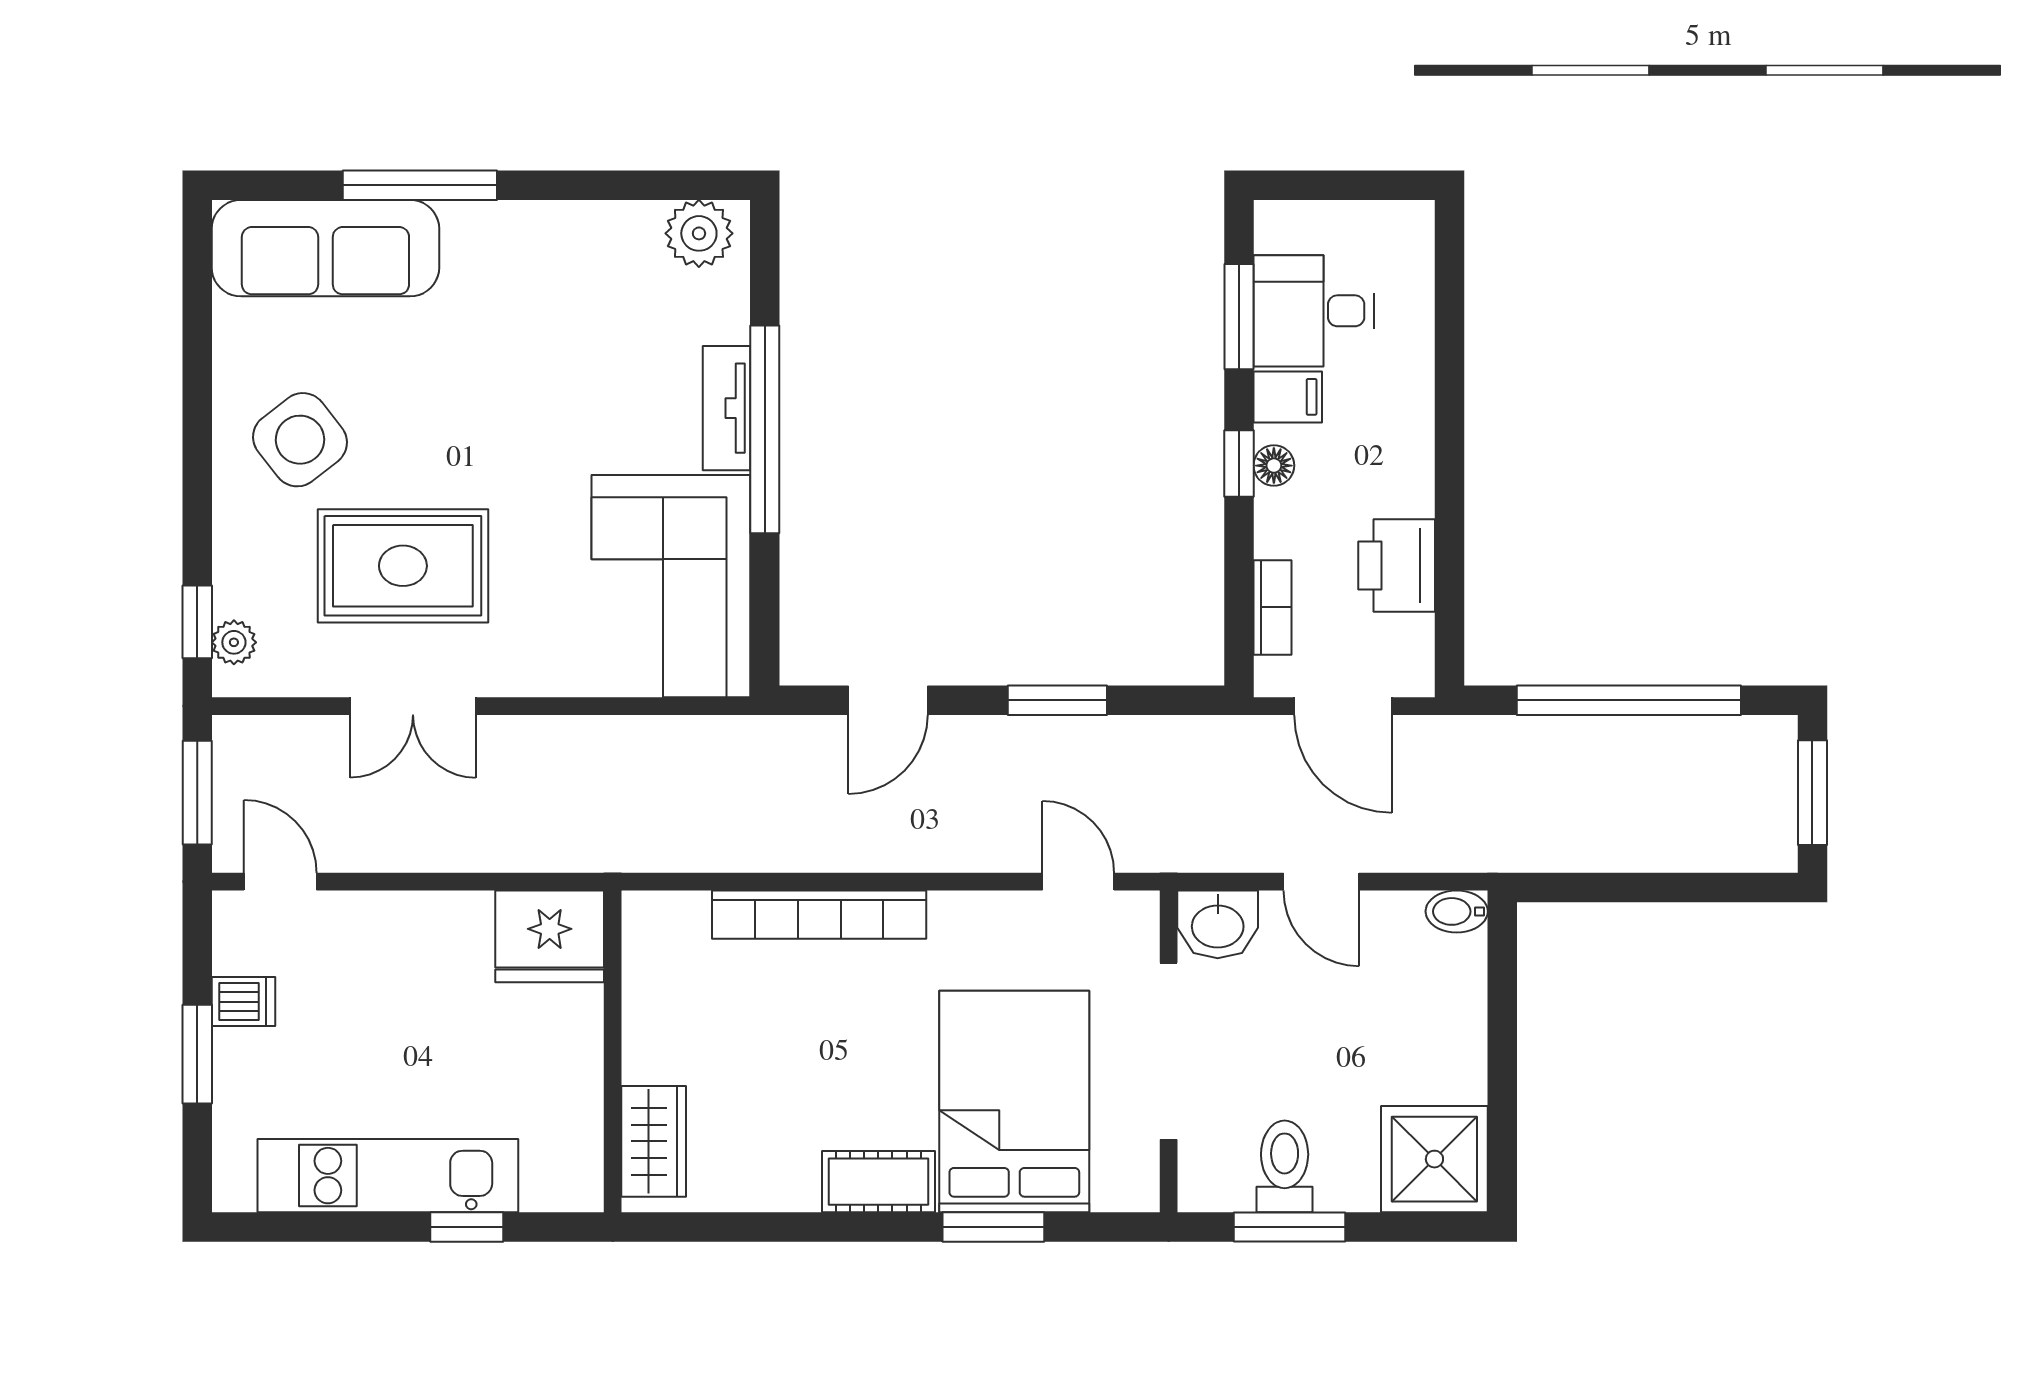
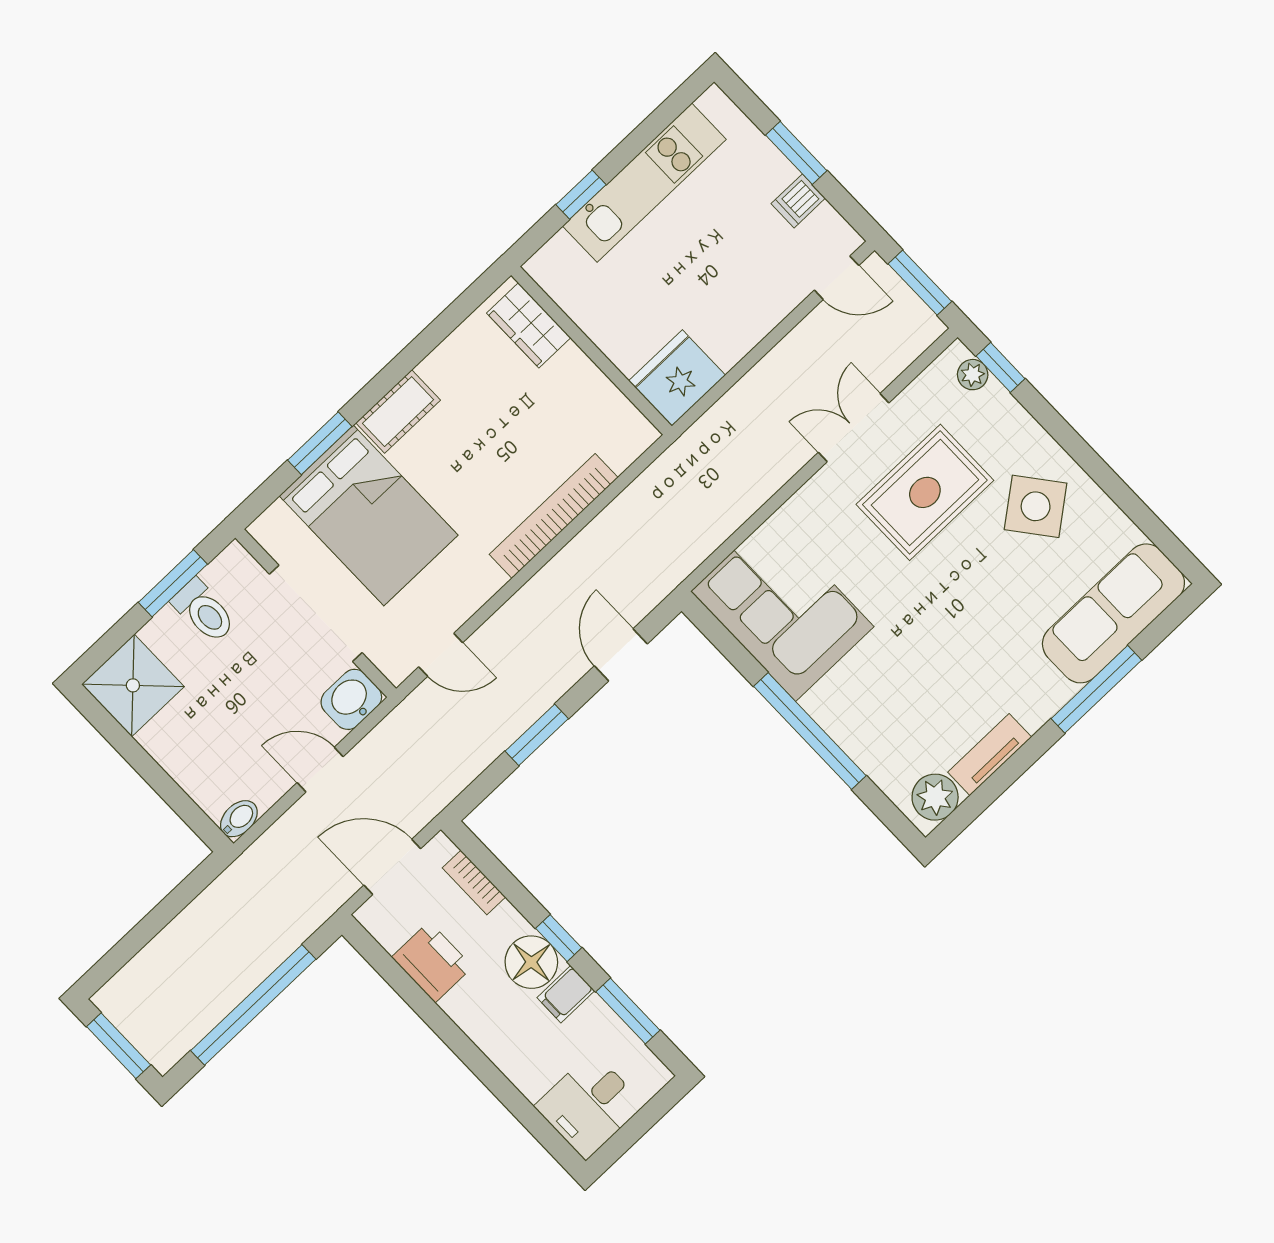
desk: (1314, 311) -> (589, 1105), moved, turned 180
tv unit: (727, 408) -> (990, 755), moved, turned -90
floor lamp: (1274, 466) -> (531, 962), width x1.89, depth x1.89

